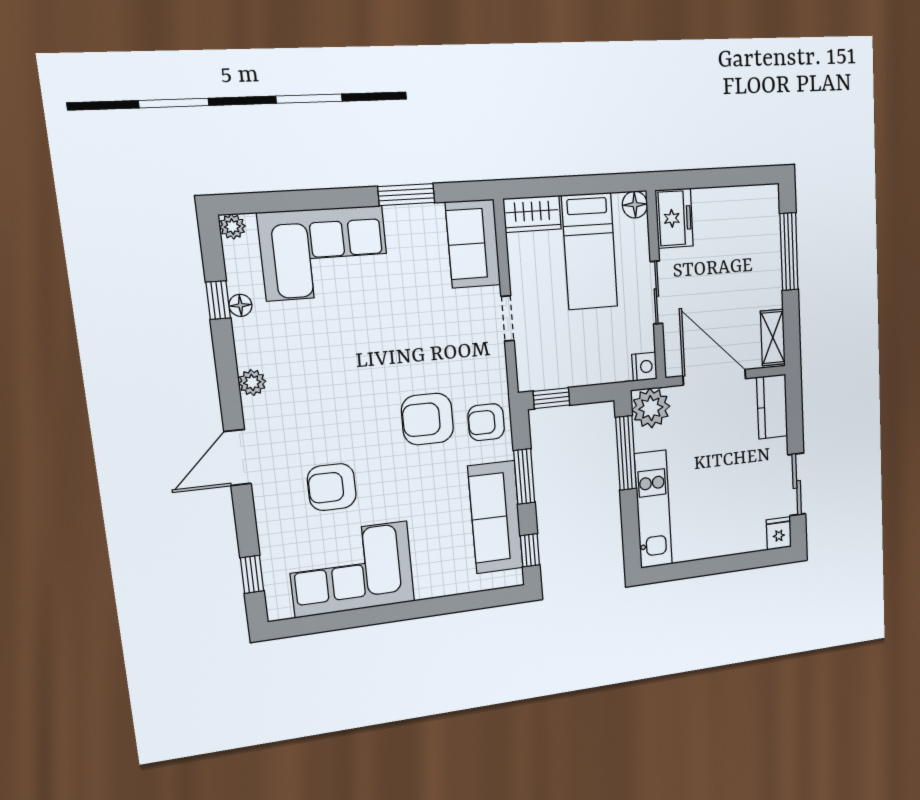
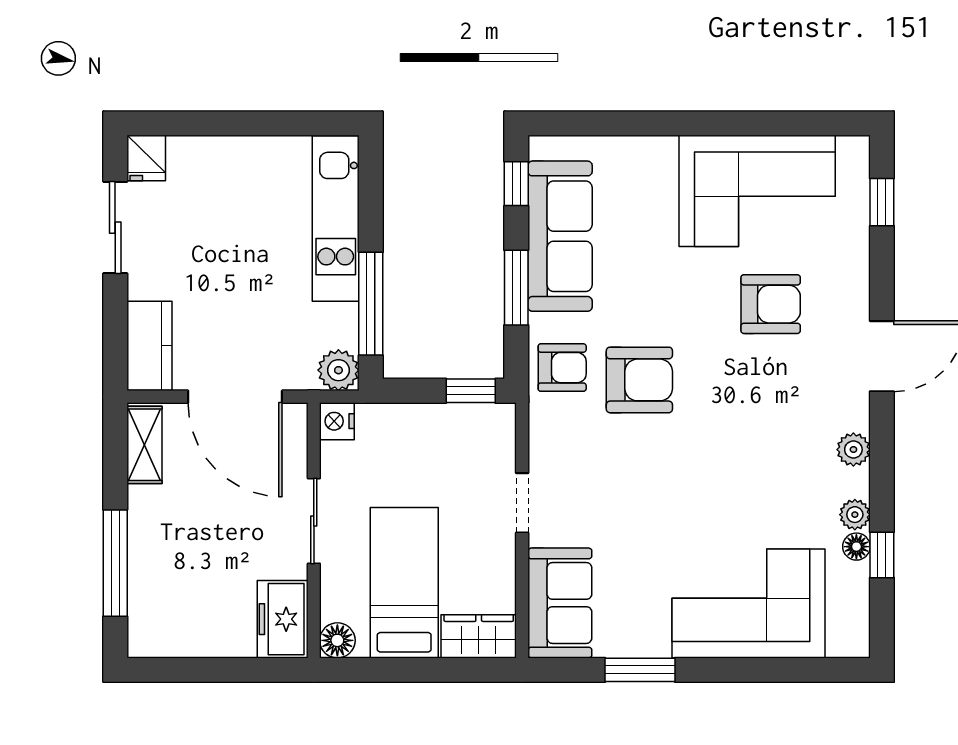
plant: (232, 227) -> (855, 515), moved
plant: (651, 408) -> (338, 370), width x0.73, depth x0.73

